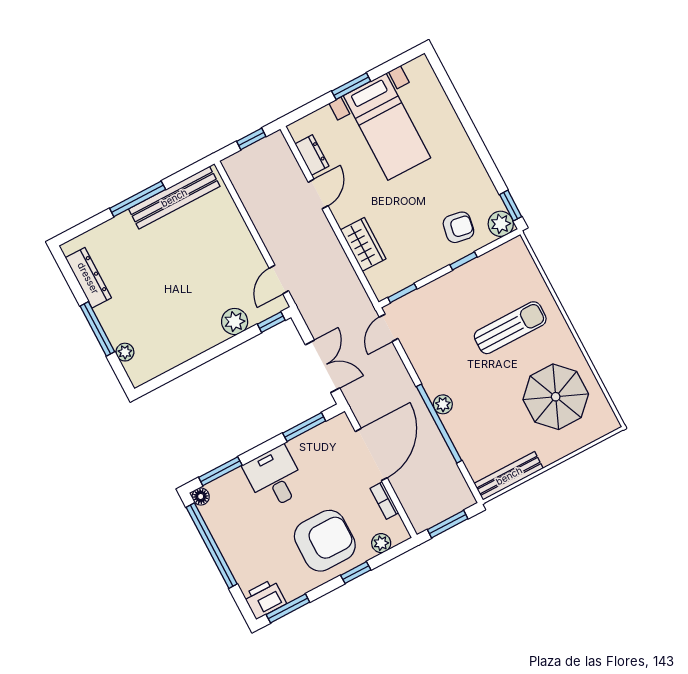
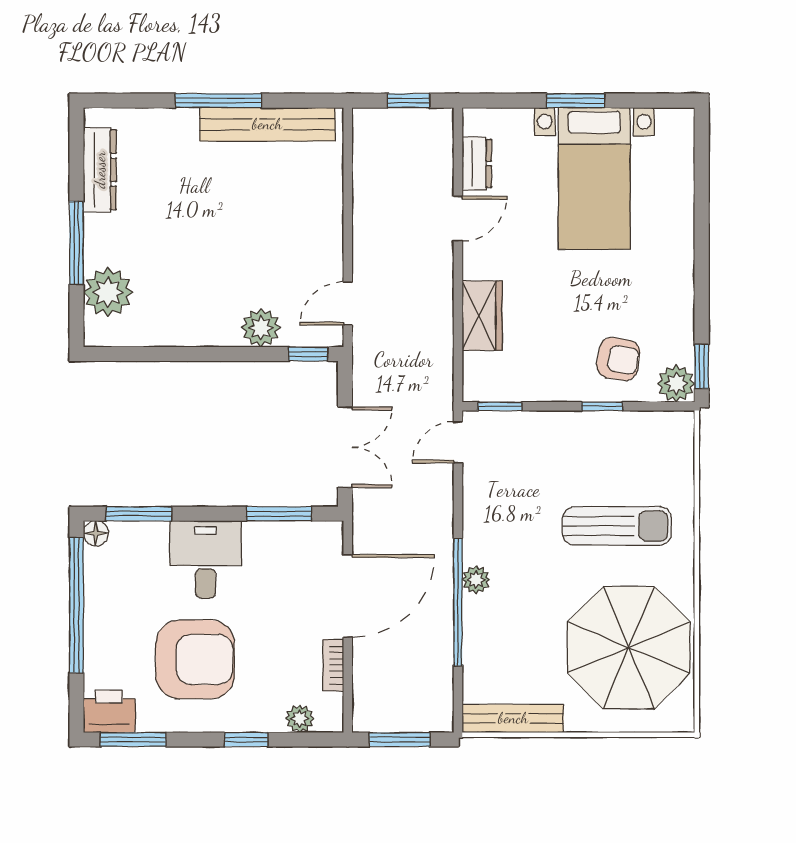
plant: (125, 352) -> (108, 292), width x1.88, depth x1.88
parasol: (556, 397) -> (629, 648), width x1.36, depth x1.36
armchair: (325, 541) -> (195, 659), moved

